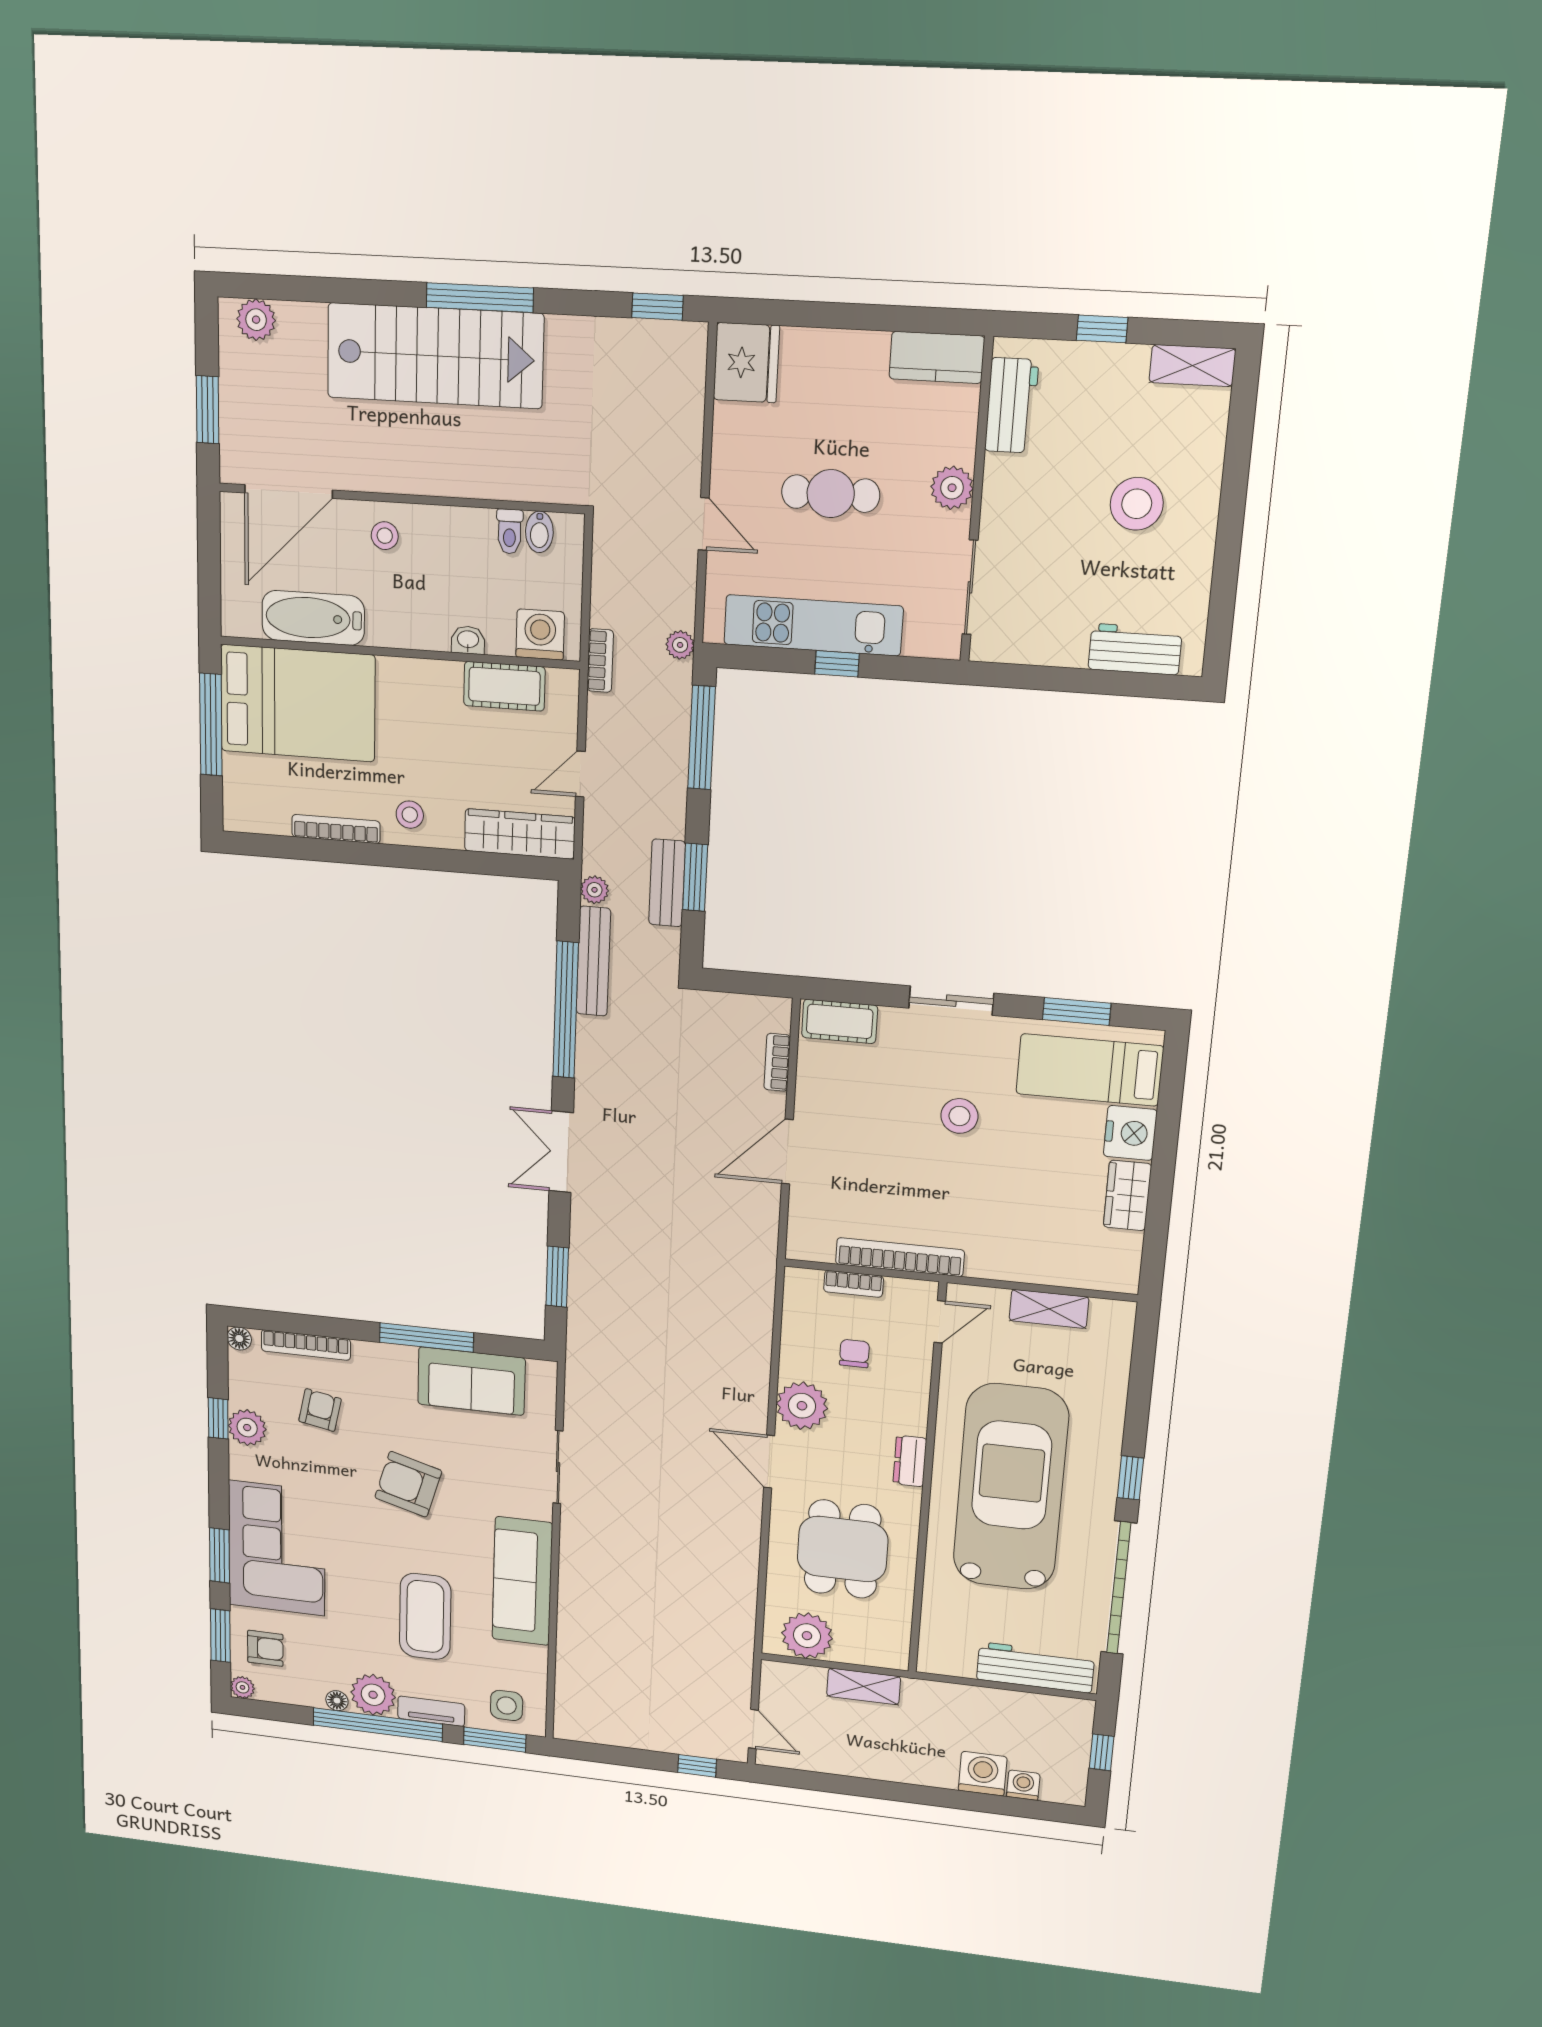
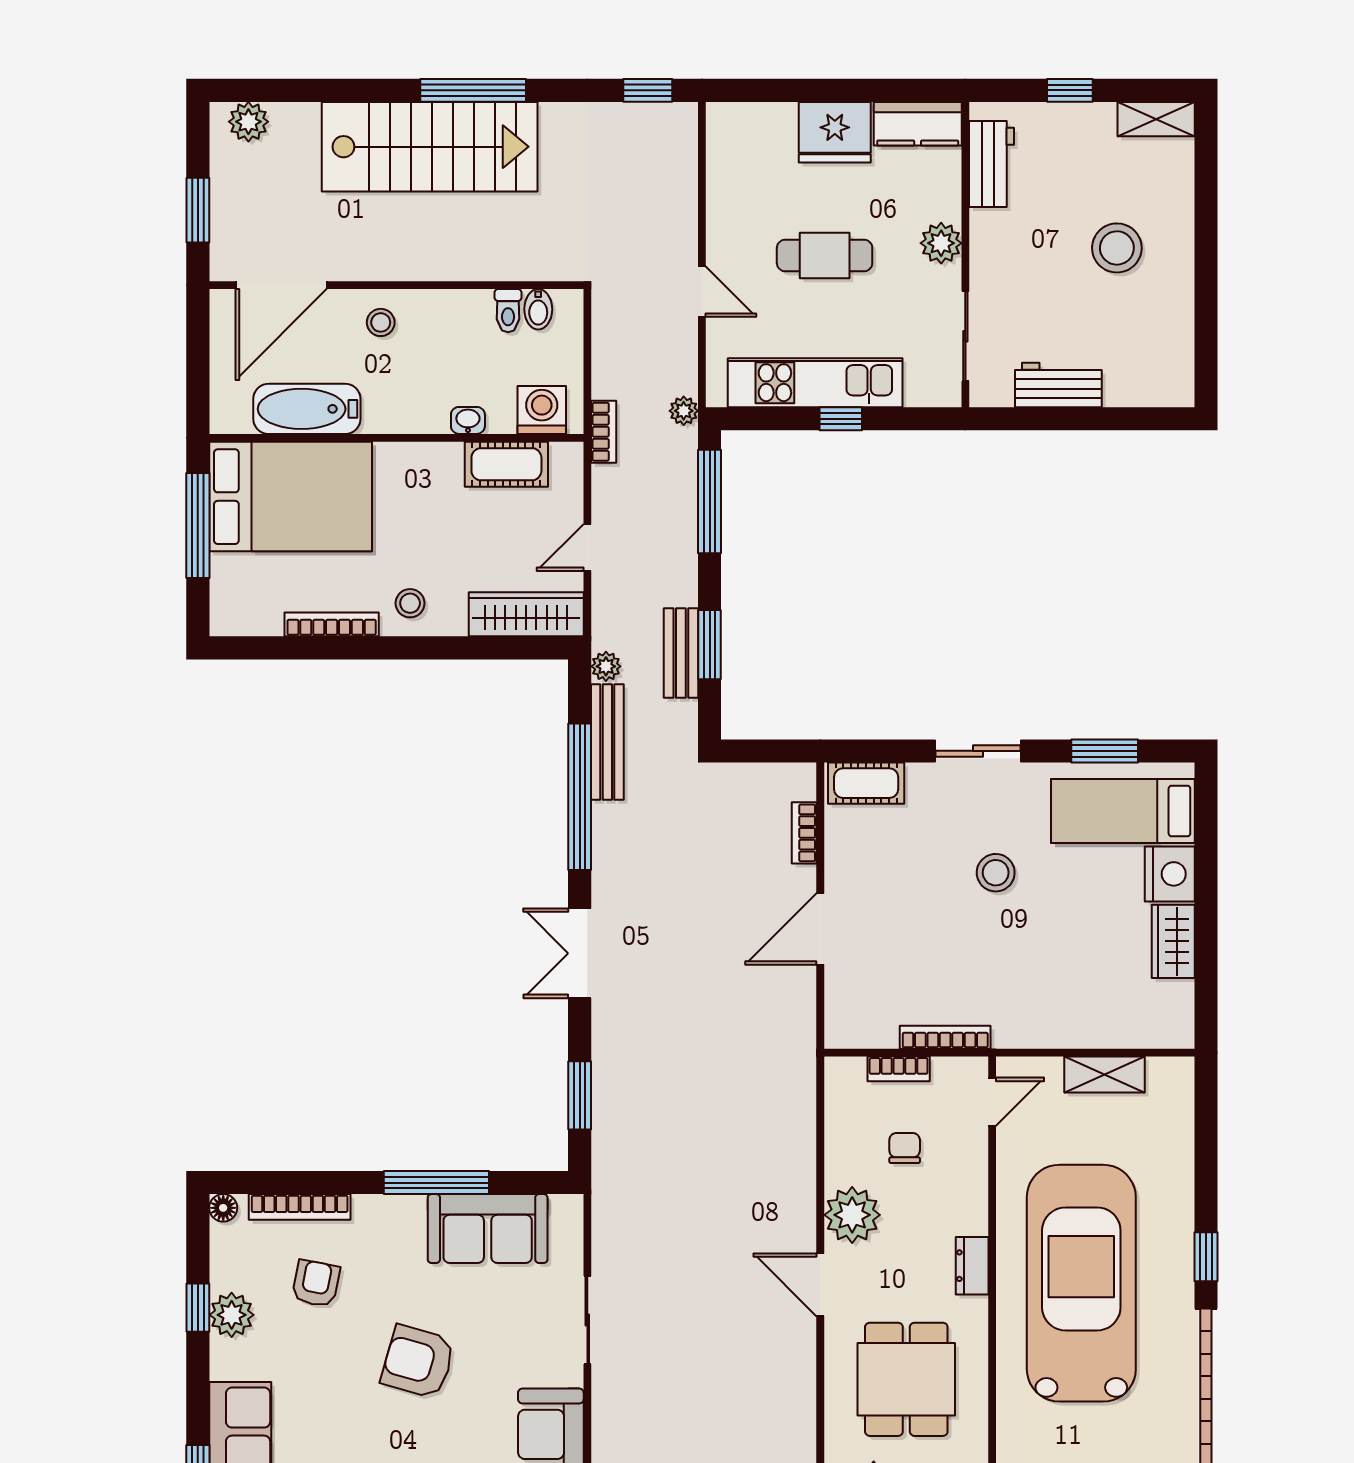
fridge: (746, 363) -> (835, 132), moved, turned 90
workbench: (1135, 649) -> (1058, 385), moved
bookcase: (900, 1257) -> (945, 1037), width x0.68, depth x0.76

